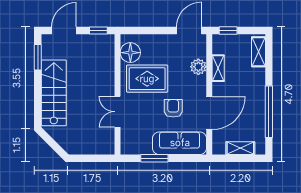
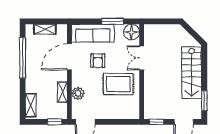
floor lamp: (130, 53) -> (131, 32), moved
double door: (117, 112) -> (142, 58), swing flipped

